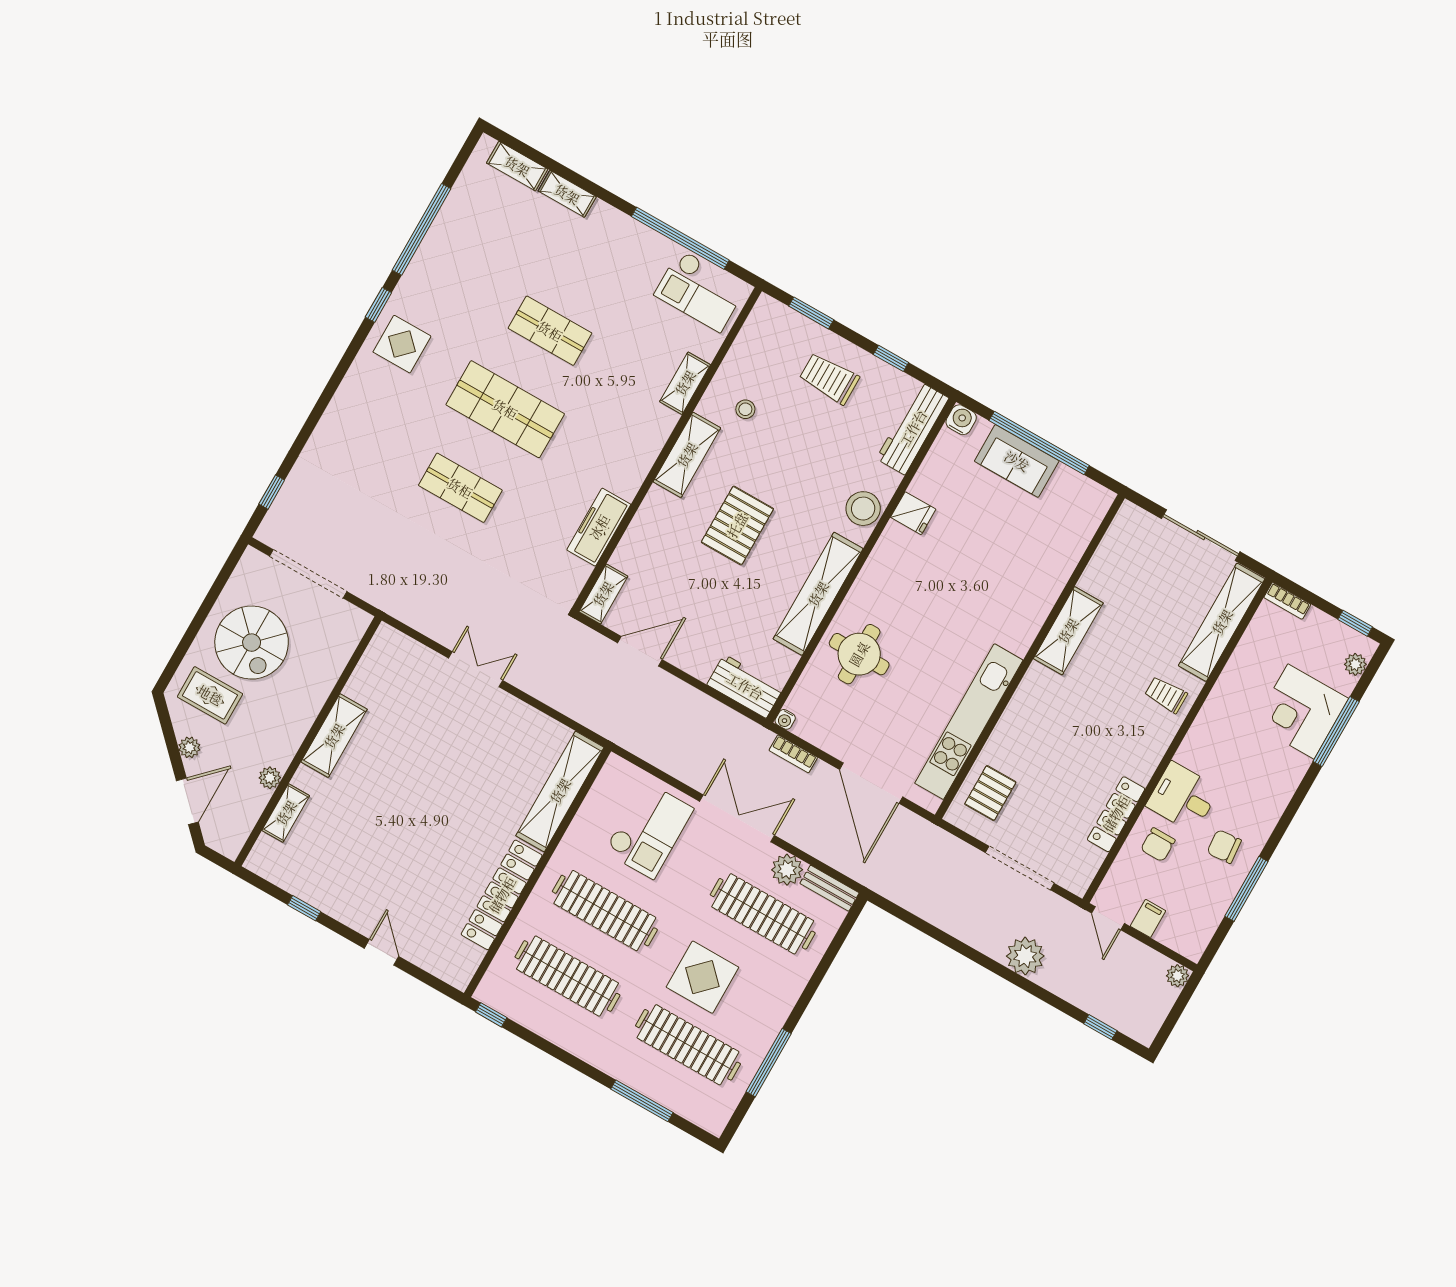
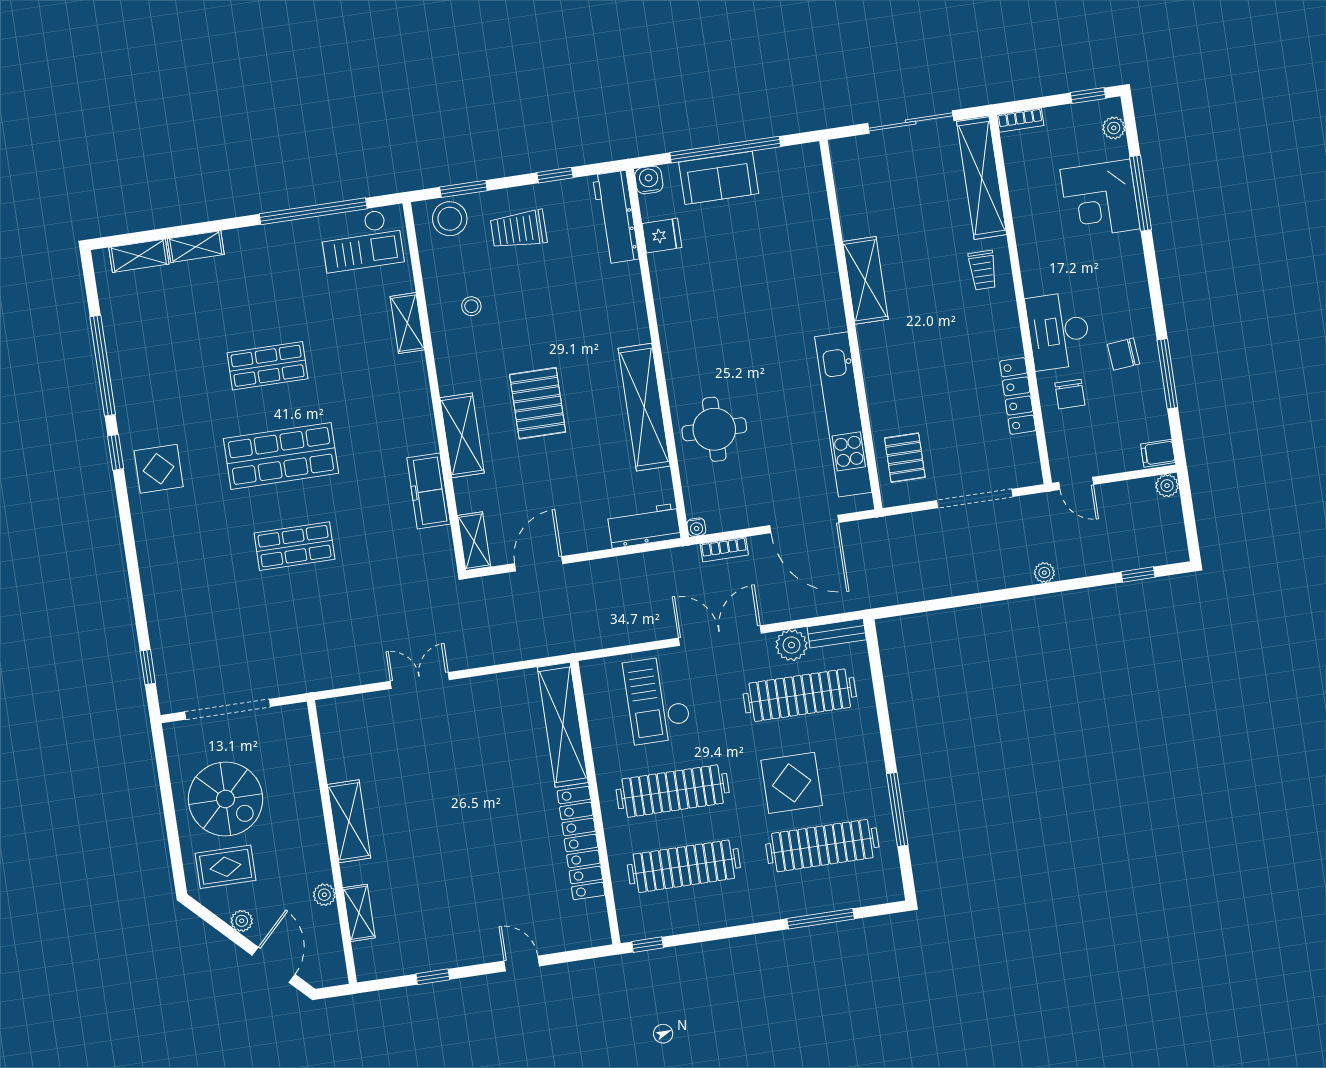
shelving: (687, 455) -> (462, 435), moved
stool: (863, 509) -> (450, 219), moved
fridge: (913, 513) -> (662, 235), moved
trolley: (1166, 695) -> (983, 270), turned -90
desk: (1183, 797) -> (1058, 331), width x1.37
checkout: (649, 830) -> (657, 700), turned 180
filing cabinet: (1148, 918) -> (1158, 453), moved, turned -90
plant: (1025, 956) -> (1044, 573), width x0.53, depth x0.53

